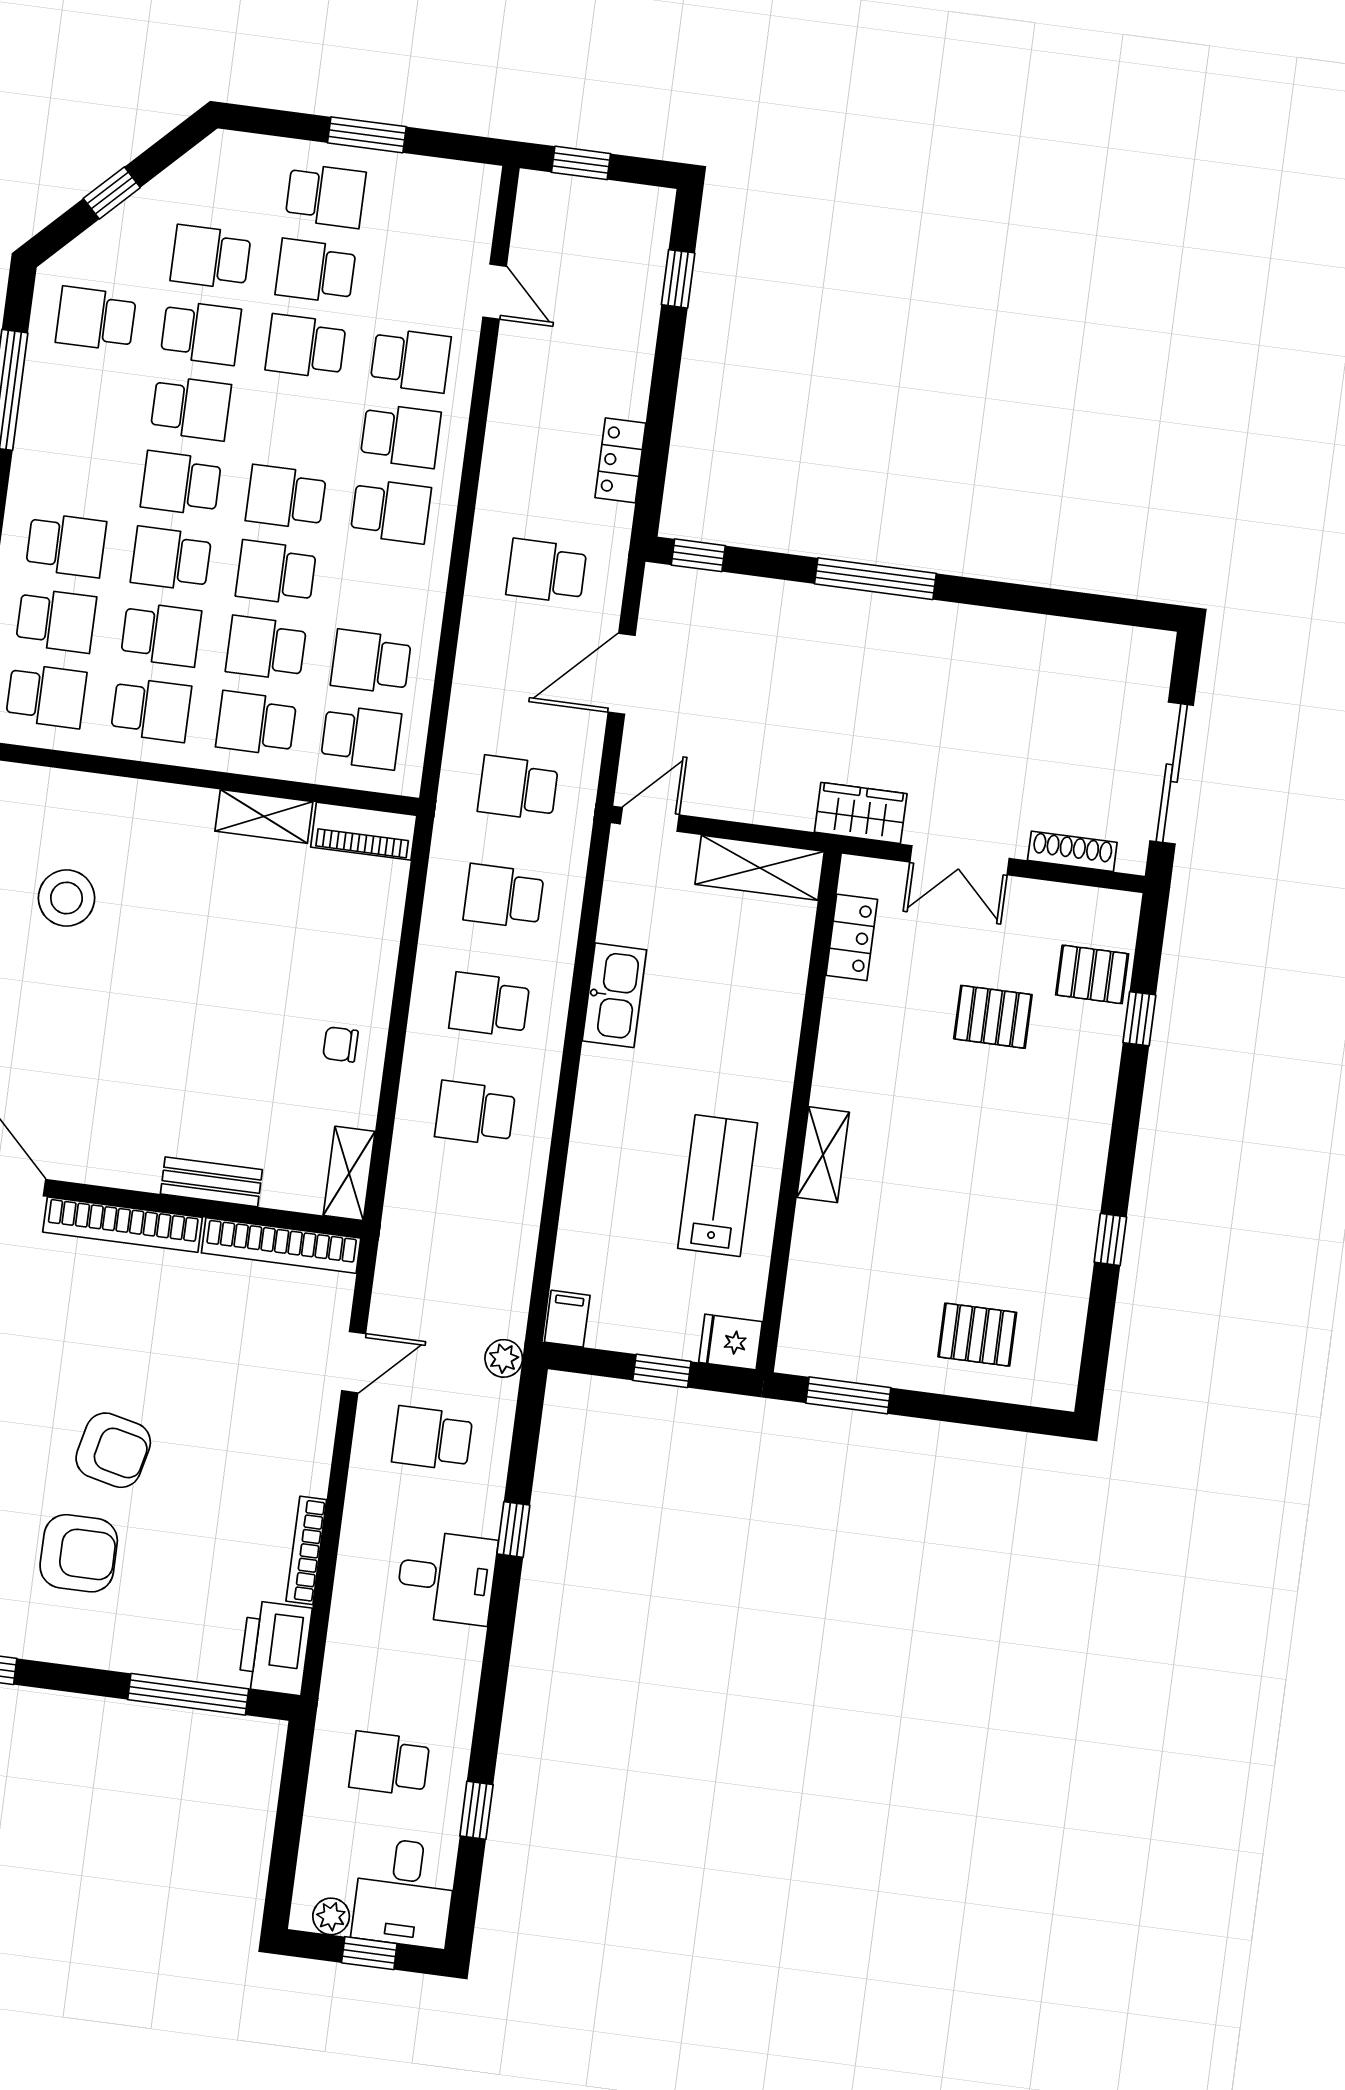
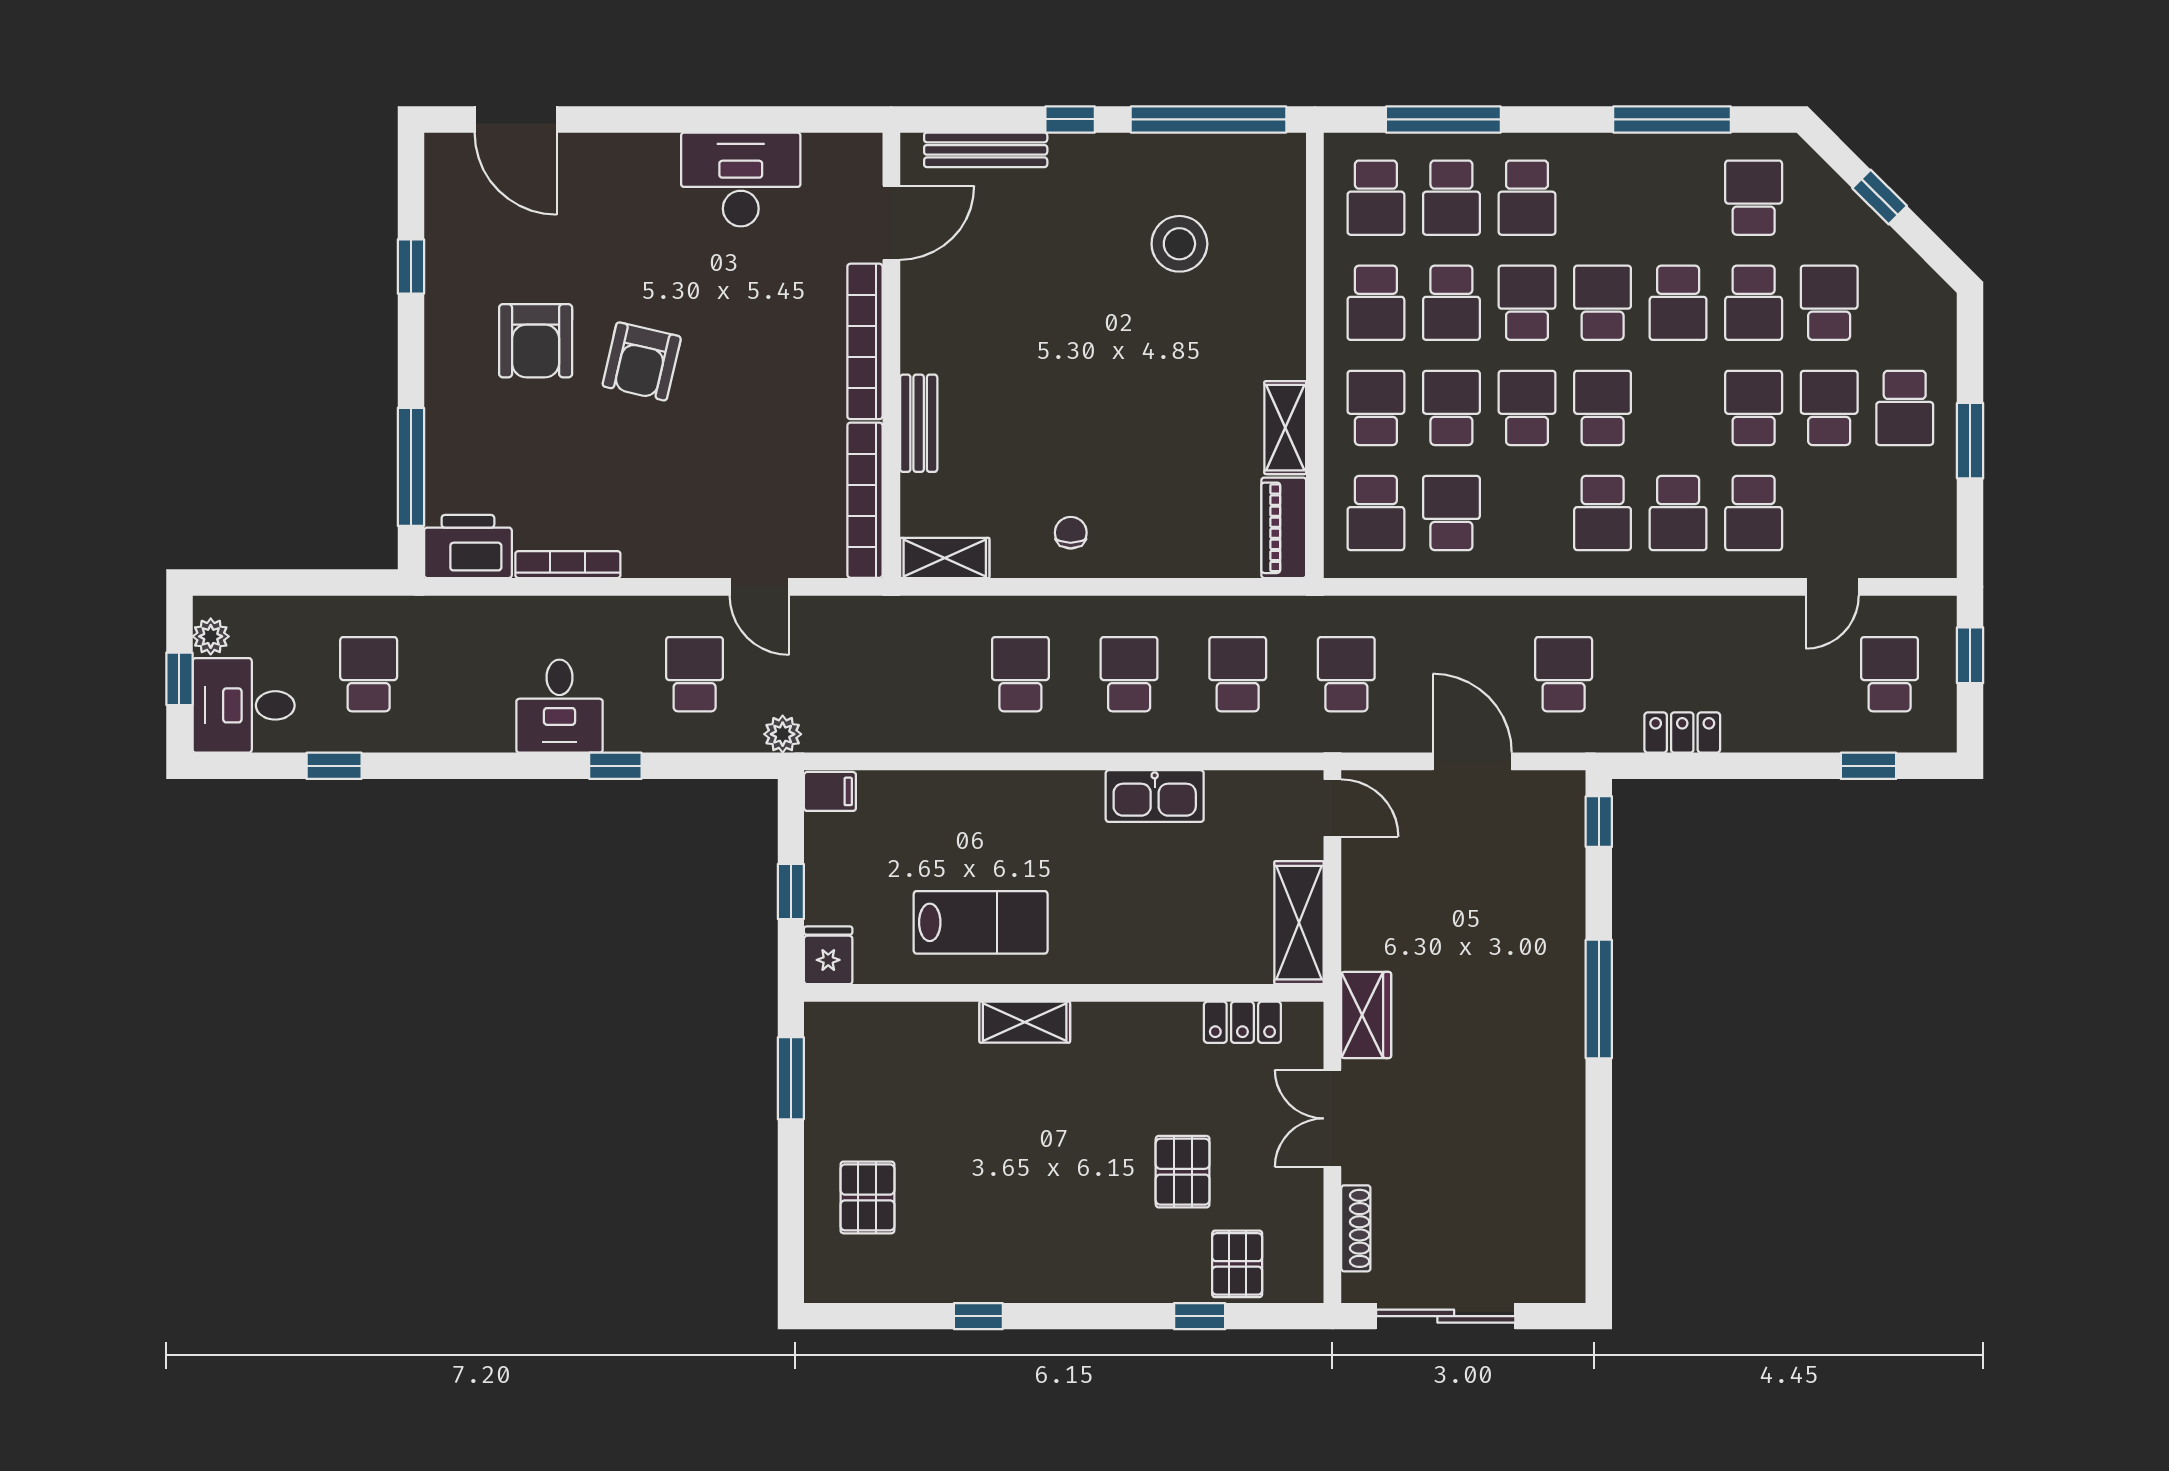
school desk: (589, 246) -> (1890, 674), added

